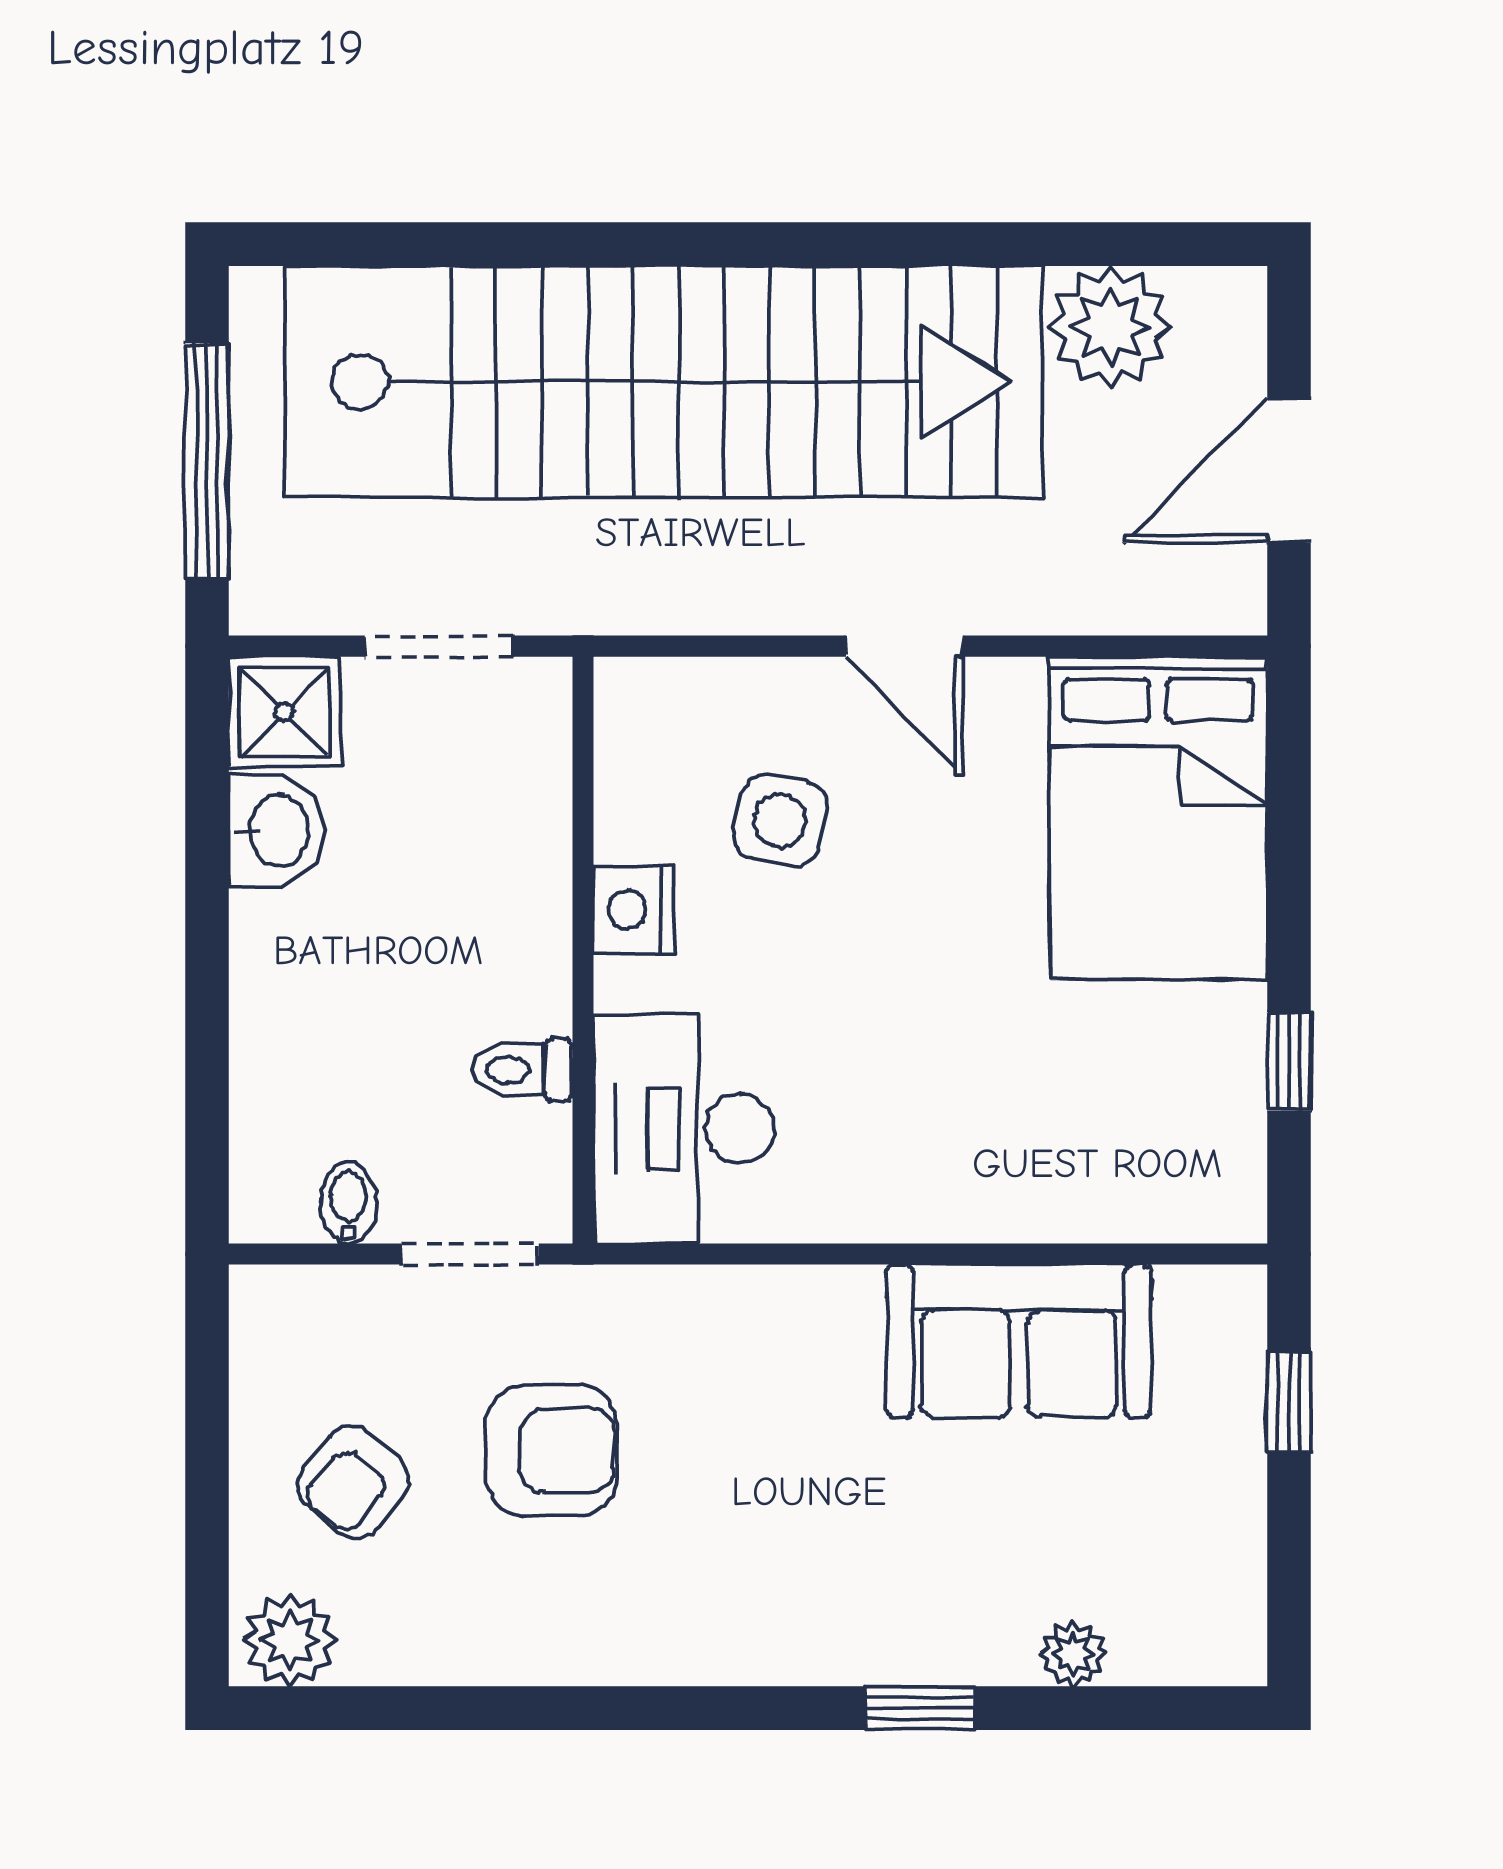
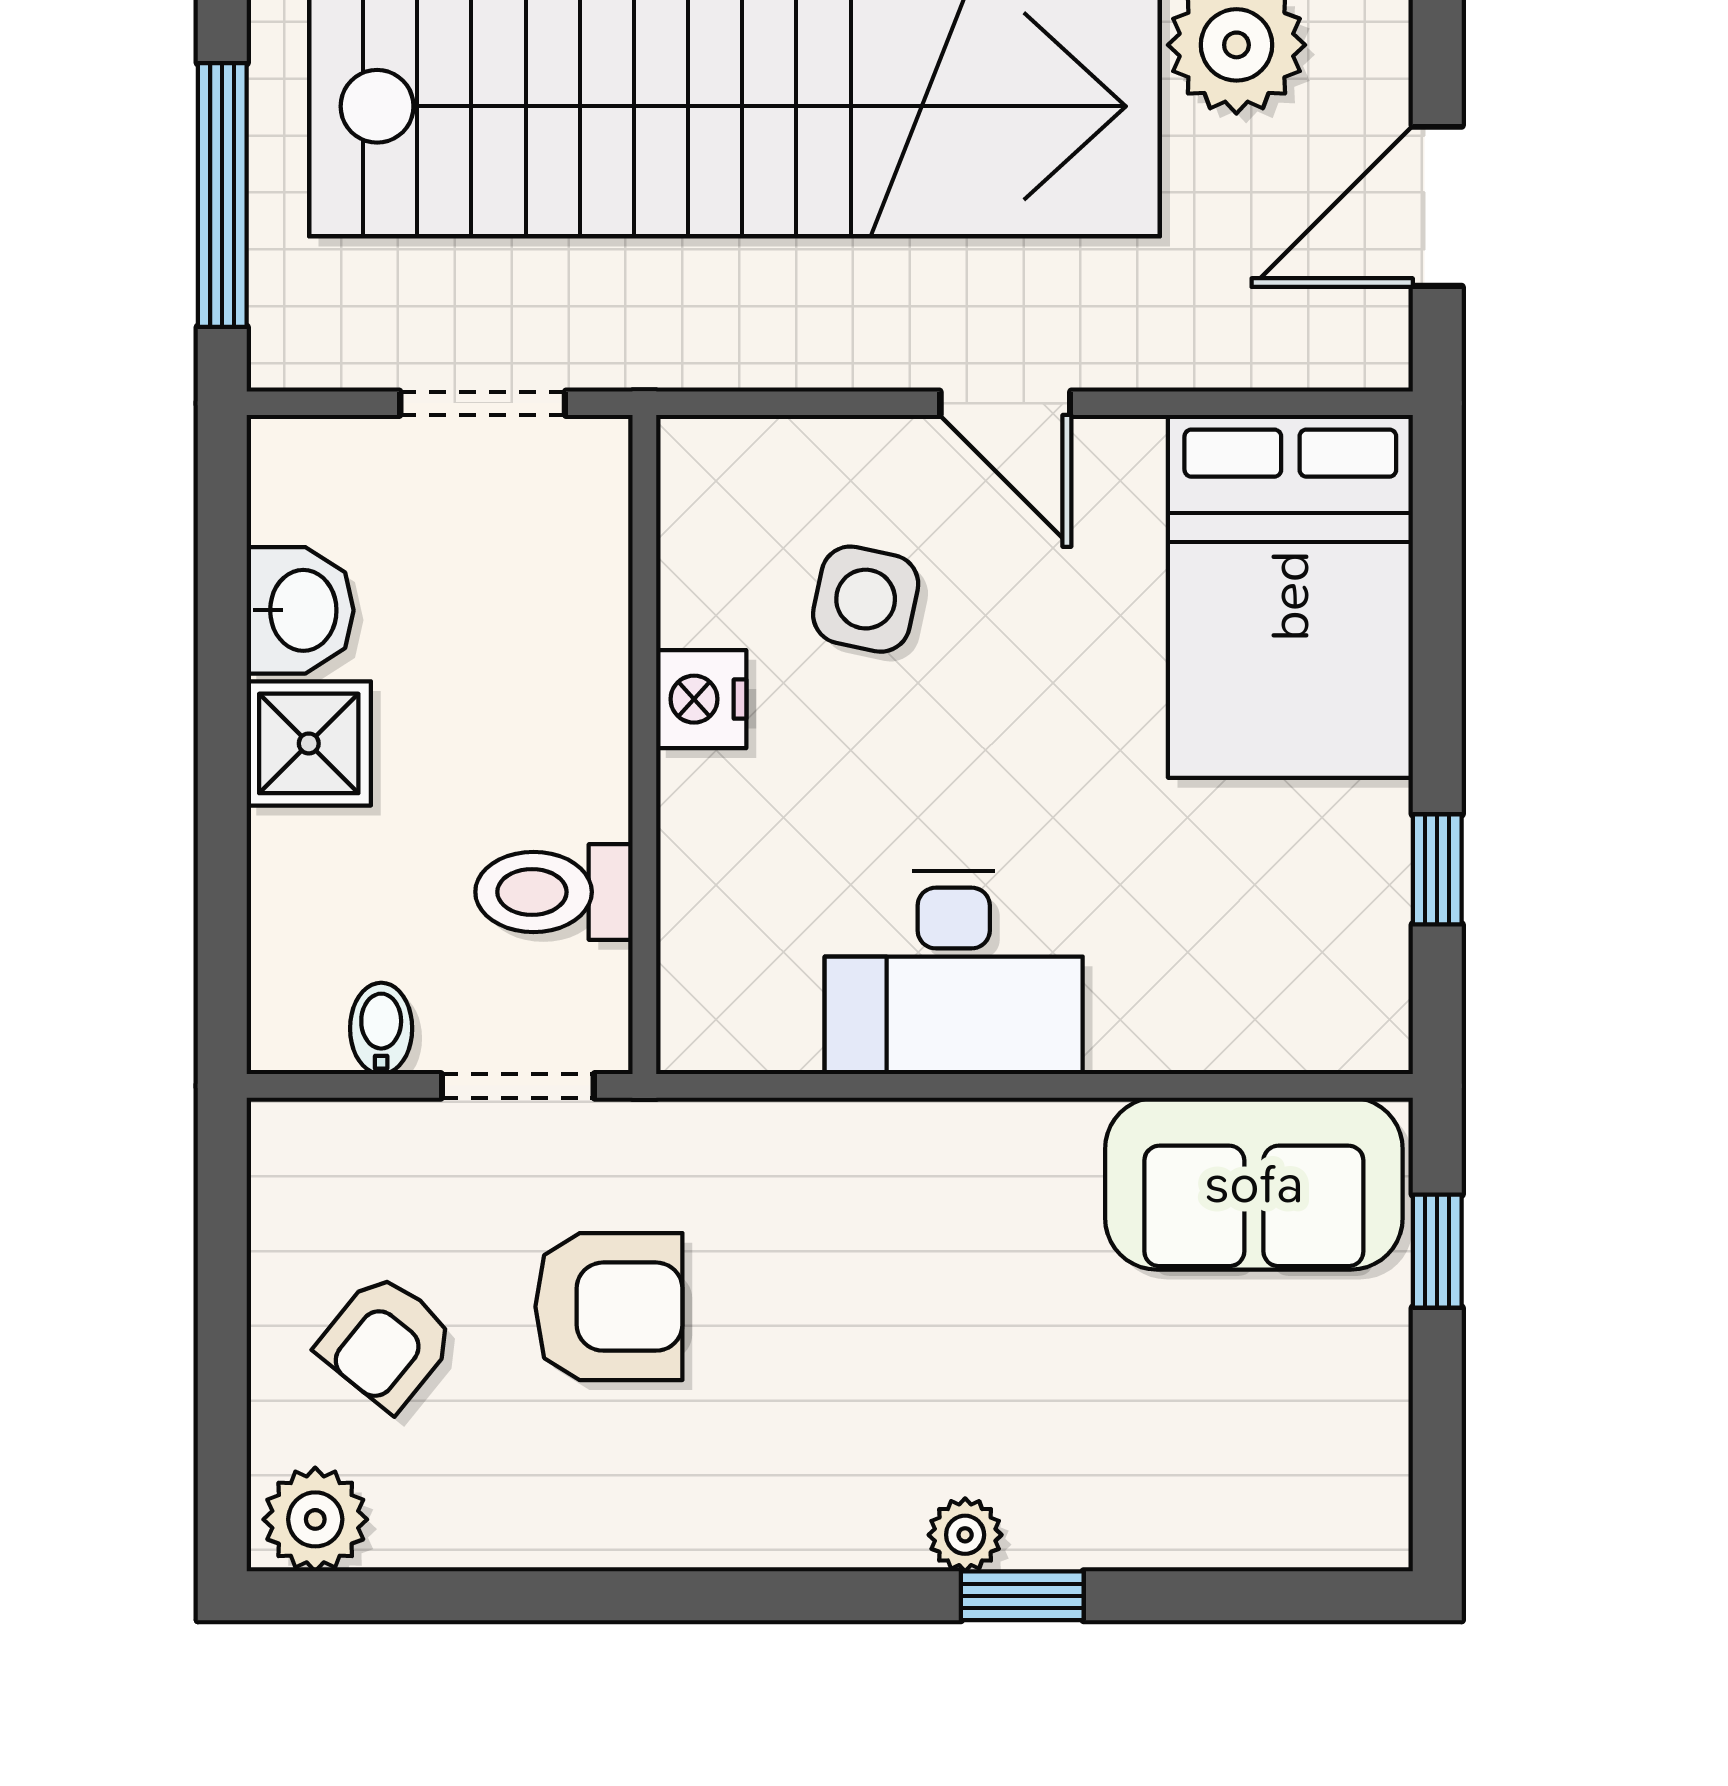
shower: (284, 712) -> (309, 743), moved
toilet: (522, 1070) -> (554, 892), width x1.37, depth x1.39
desk: (684, 1129) -> (954, 973), moved, turned -90
sofa: (1019, 1341) -> (1254, 1184), moved
plant: (1073, 1654) -> (965, 1535), moved

